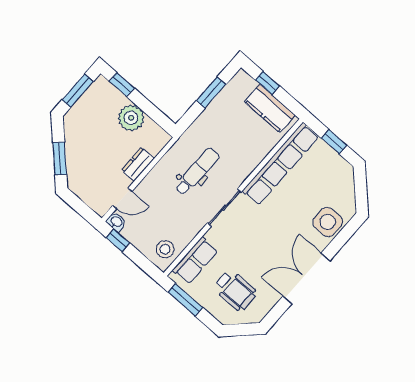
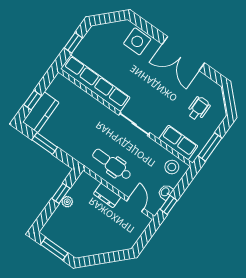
window: (122, 85) -> (61, 193), moved
kitchen counter: (270, 108) -> (41, 112), moved
plant: (131, 118) -> (67, 202), width x0.53, depth x0.53
window: (60, 159) -> (109, 257), removed
dental chair: (197, 171) -> (112, 164), moved
washbasin: (116, 222) -> (165, 192), moved
wheelchair: (235, 290) -> (199, 109), width x0.73, depth x0.73

